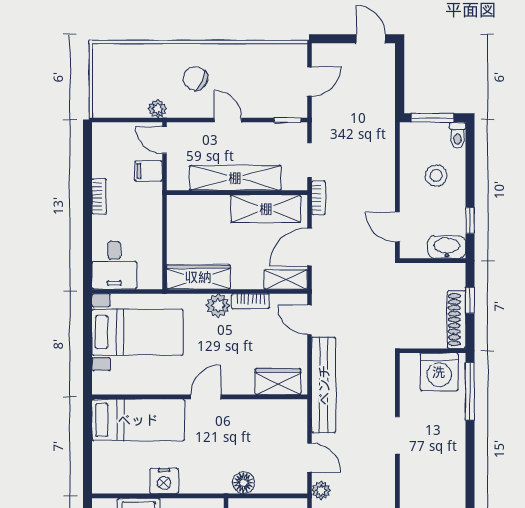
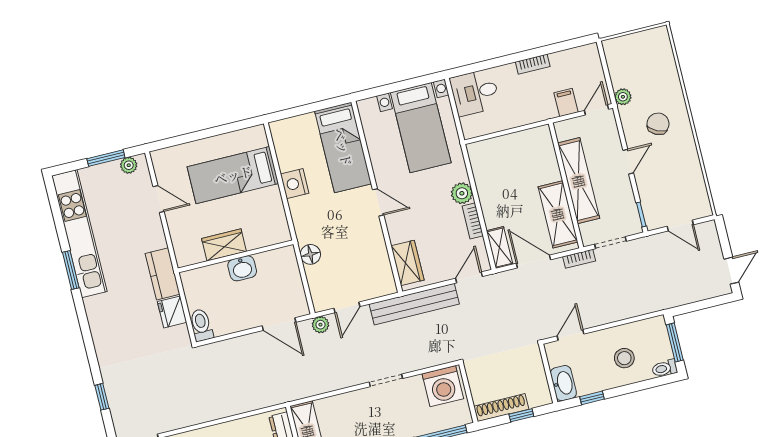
wardrobe: (198, 277) -> (483, 170), removed
washing machine: (439, 372) -> (443, 386), moved, turned -90

